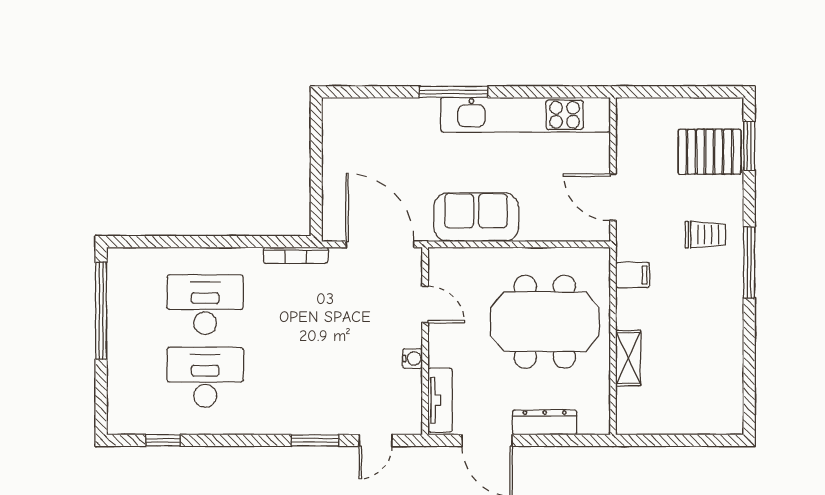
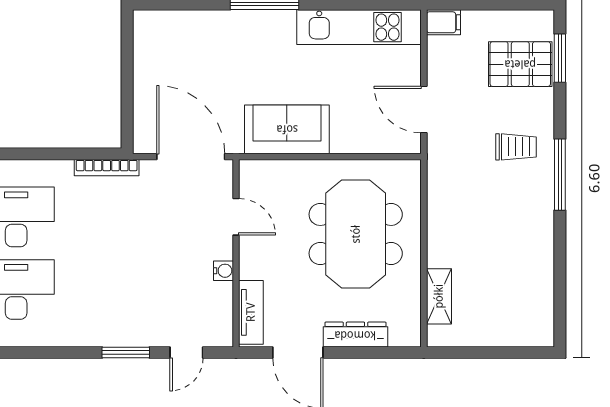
kitchen unit: (526, 115) -> (359, 27), width x0.73
filing cabinet: (633, 275) -> (443, 22), moved
meeting table: (545, 322) -> (356, 234), turned 90
shelving: (628, 358) -> (439, 296), moved

